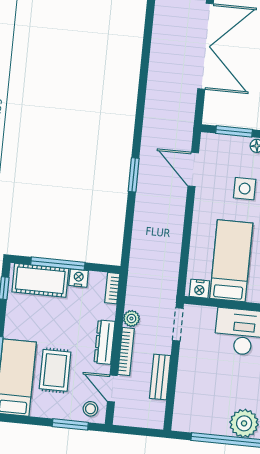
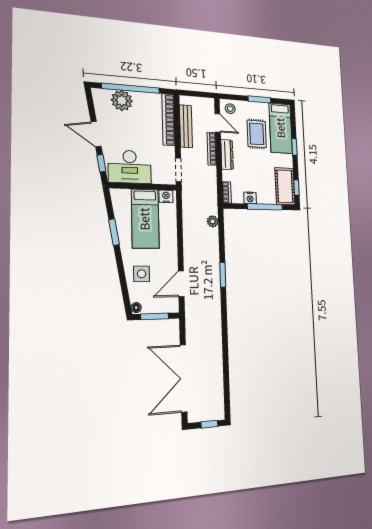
door: (193, 169) -> (181, 284), swing flipped
cot: (40, 280) -> (285, 186), moved, turned 90
plant: (131, 319) -> (213, 221), moved
bench: (160, 377) -> (186, 126), width x1.36
bookcase: (183, 395) -> (168, 120), added
window: (70, 424) -> (259, 99), moved

